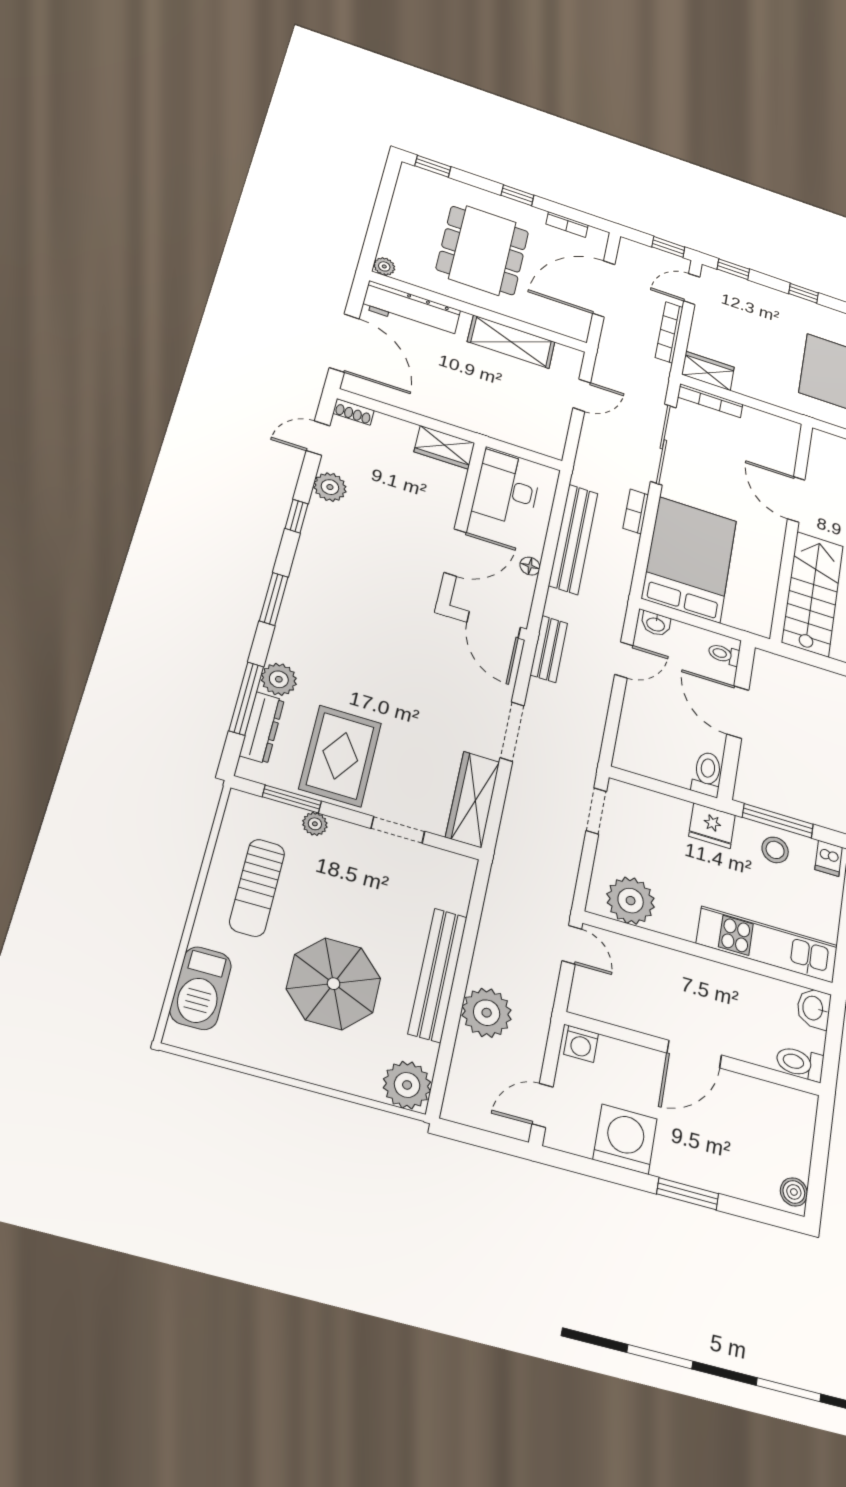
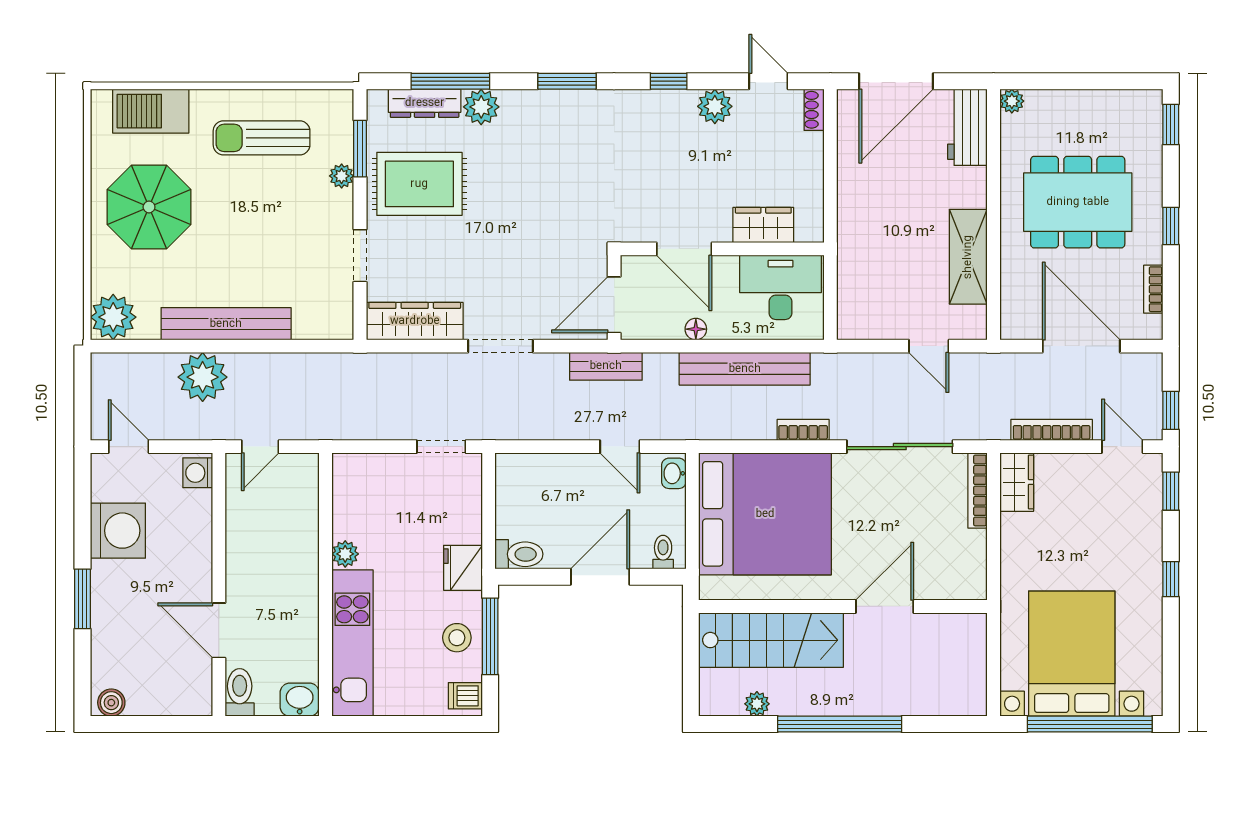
workbench: (411, 309) -> (967, 127), width x0.73
wardrobe: (444, 447) -> (763, 225), moved, turned 90
bed: (689, 559) -> (765, 514), width x1.36
plant: (631, 901) -> (345, 554), moved, width x0.53, depth x0.53
door: (572, 945) -> (260, 447), moved
parasol: (334, 984) -> (149, 207), moved
door: (694, 1054) -> (219, 630), moved

